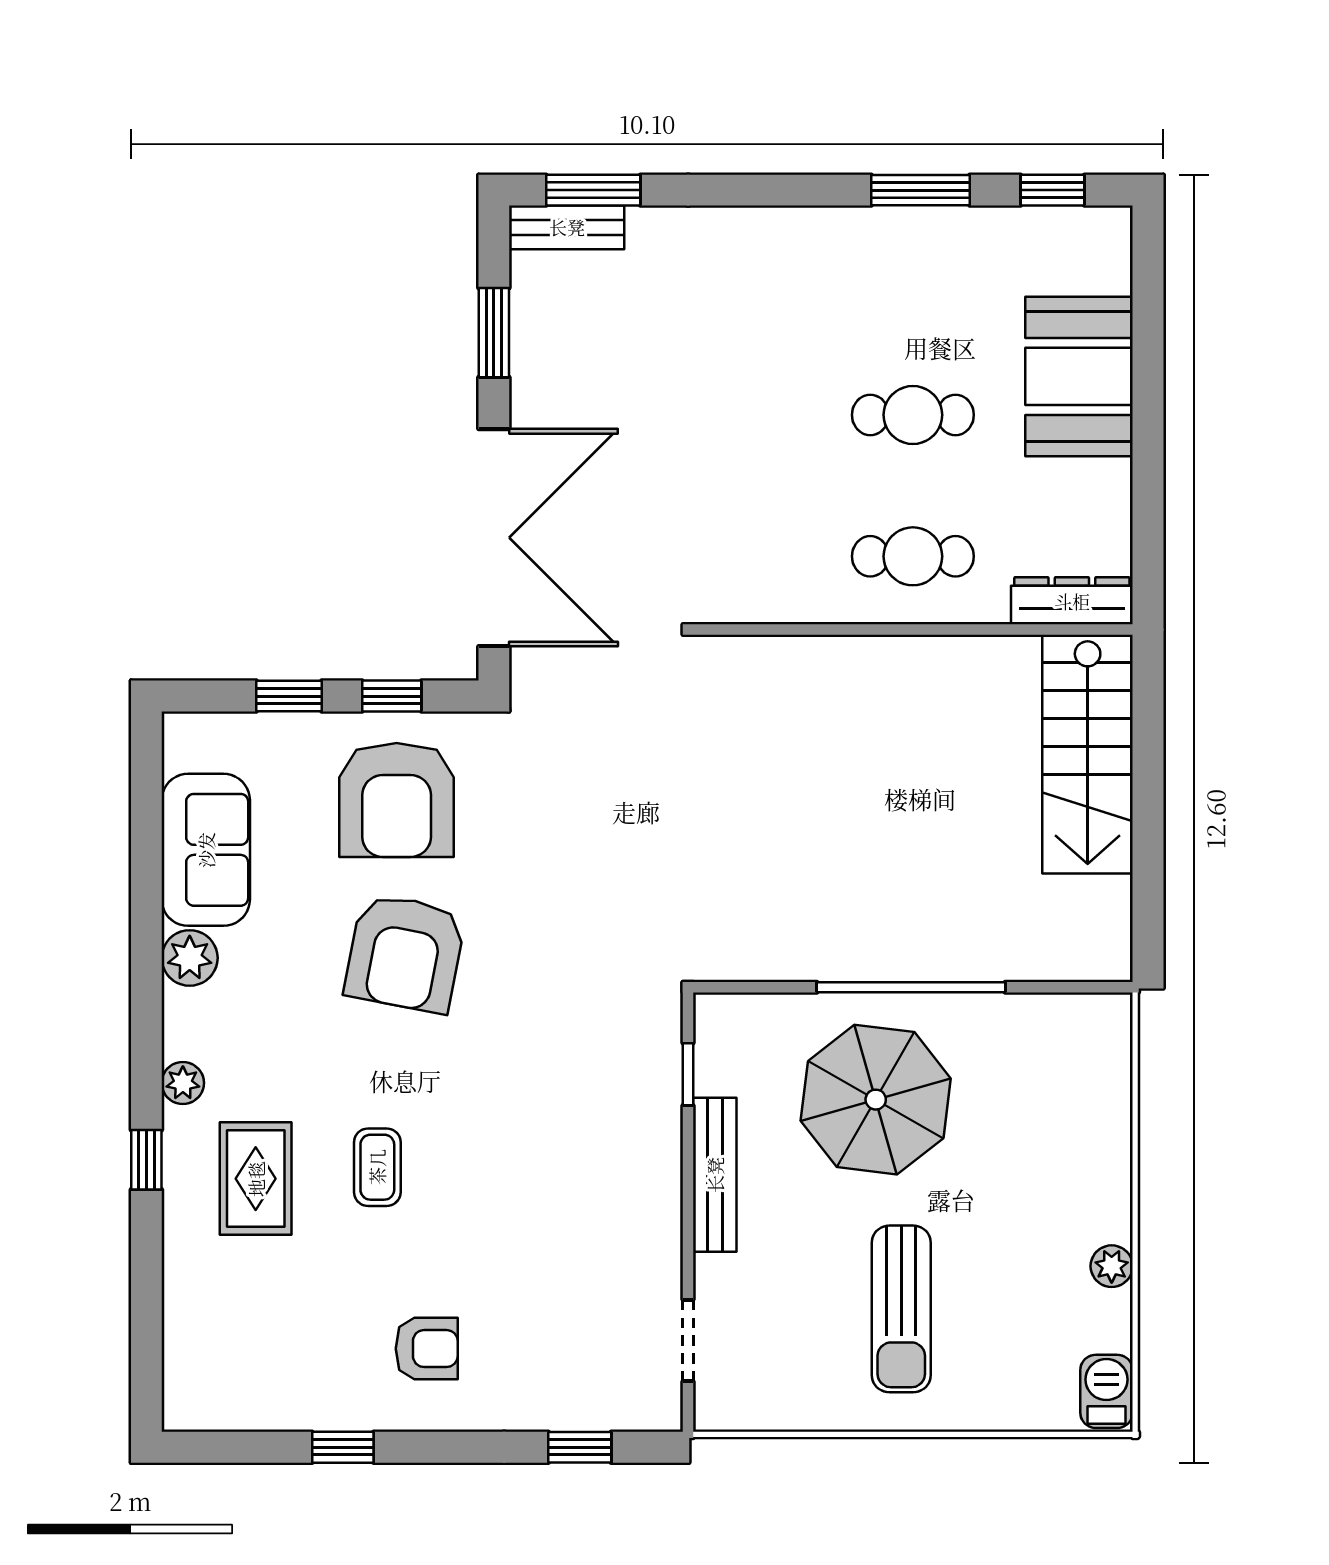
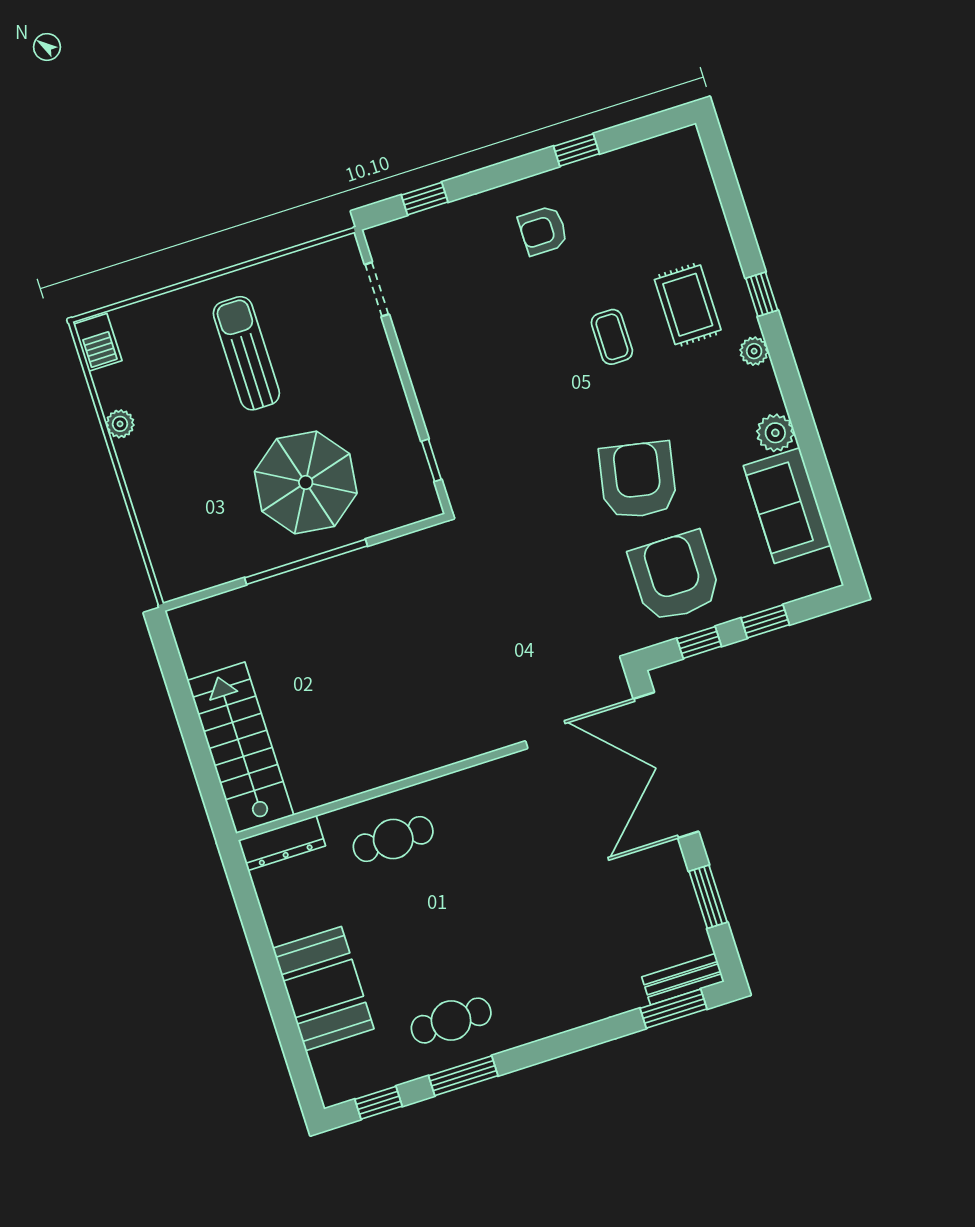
cafe table: (913, 415) -> (451, 1021), moved
bench: (715, 1175) -> (394, 401), removed

